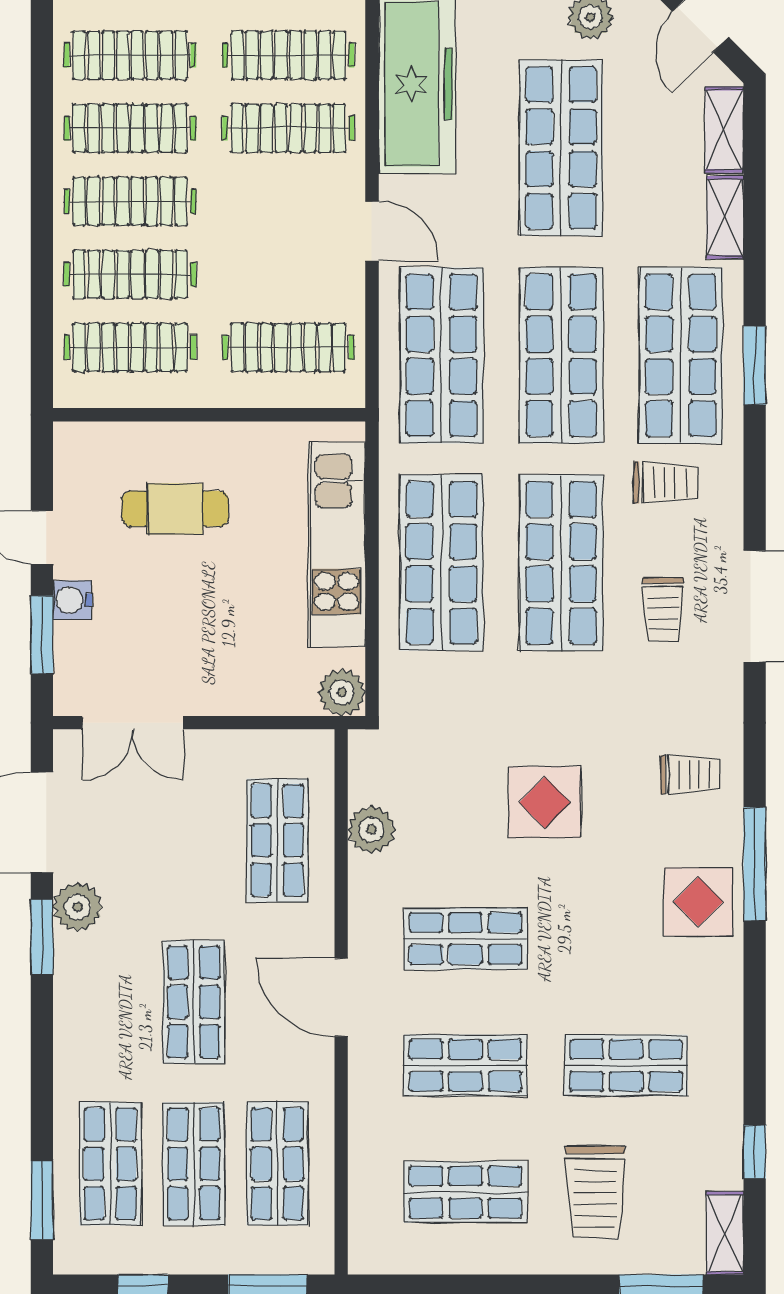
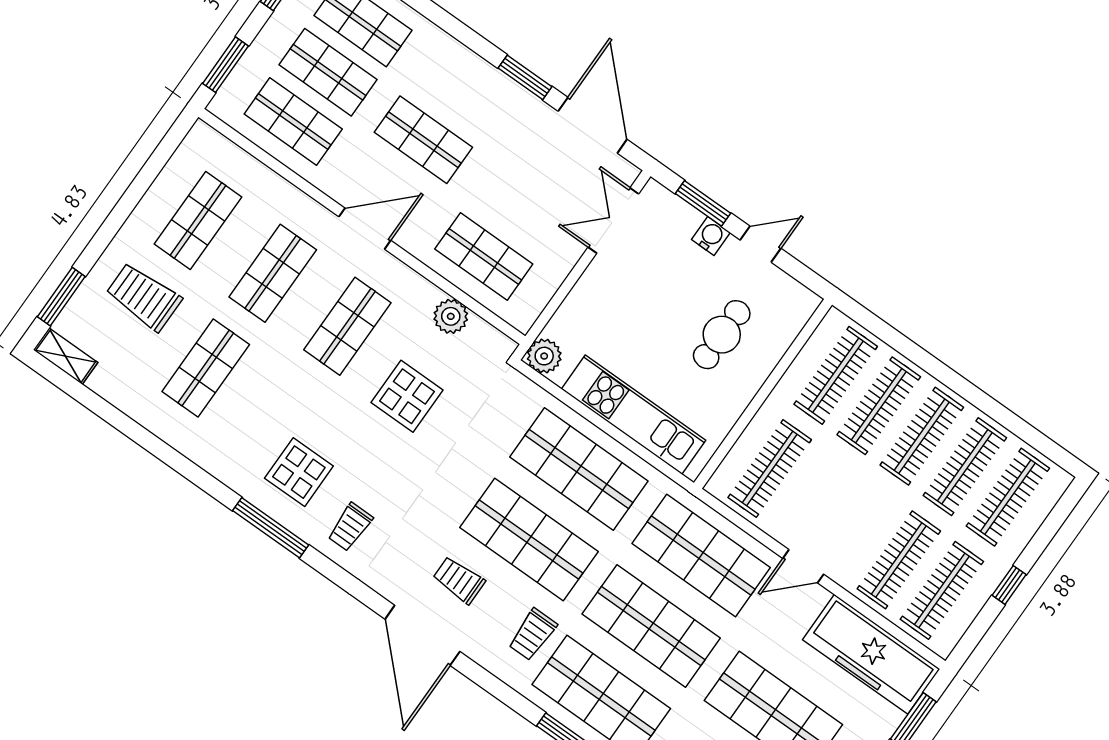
display table: (545, 803) -> (407, 396), moved
display table: (698, 902) -> (299, 472), moved
plant: (78, 907) -> (528, 111), removed
window: (755, 1152) -> (101, 408), removed

